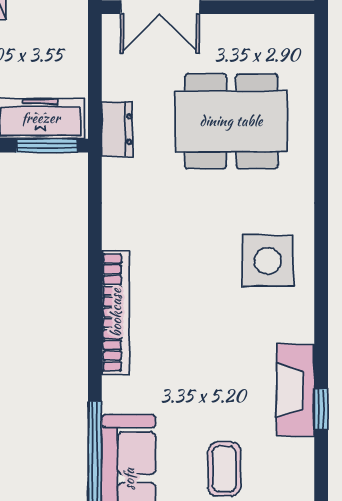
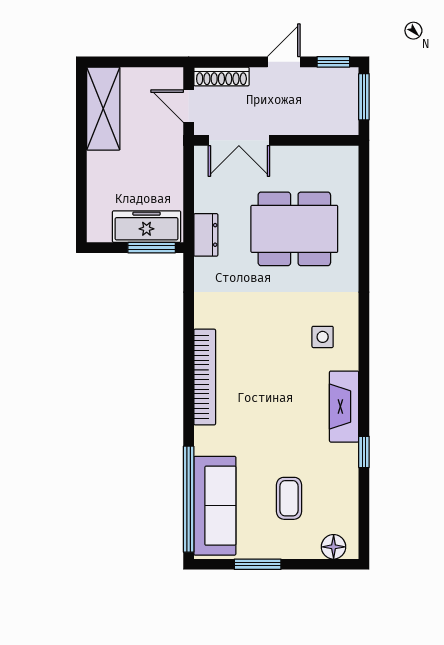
side table: (268, 261) -> (323, 337), width x0.54, depth x0.54
fireplace: (295, 390) -> (344, 407), moved

